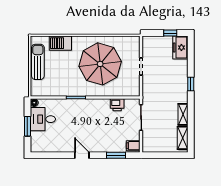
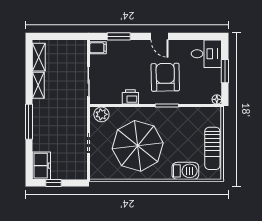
window: (191, 84) -> (29, 122), width x2.17
plant: (130, 90) -> (101, 114), added
printer: (117, 105) -> (130, 97), moved
desk: (43, 119) -> (206, 54), moved
armchair: (77, 121) -> (165, 77), added

